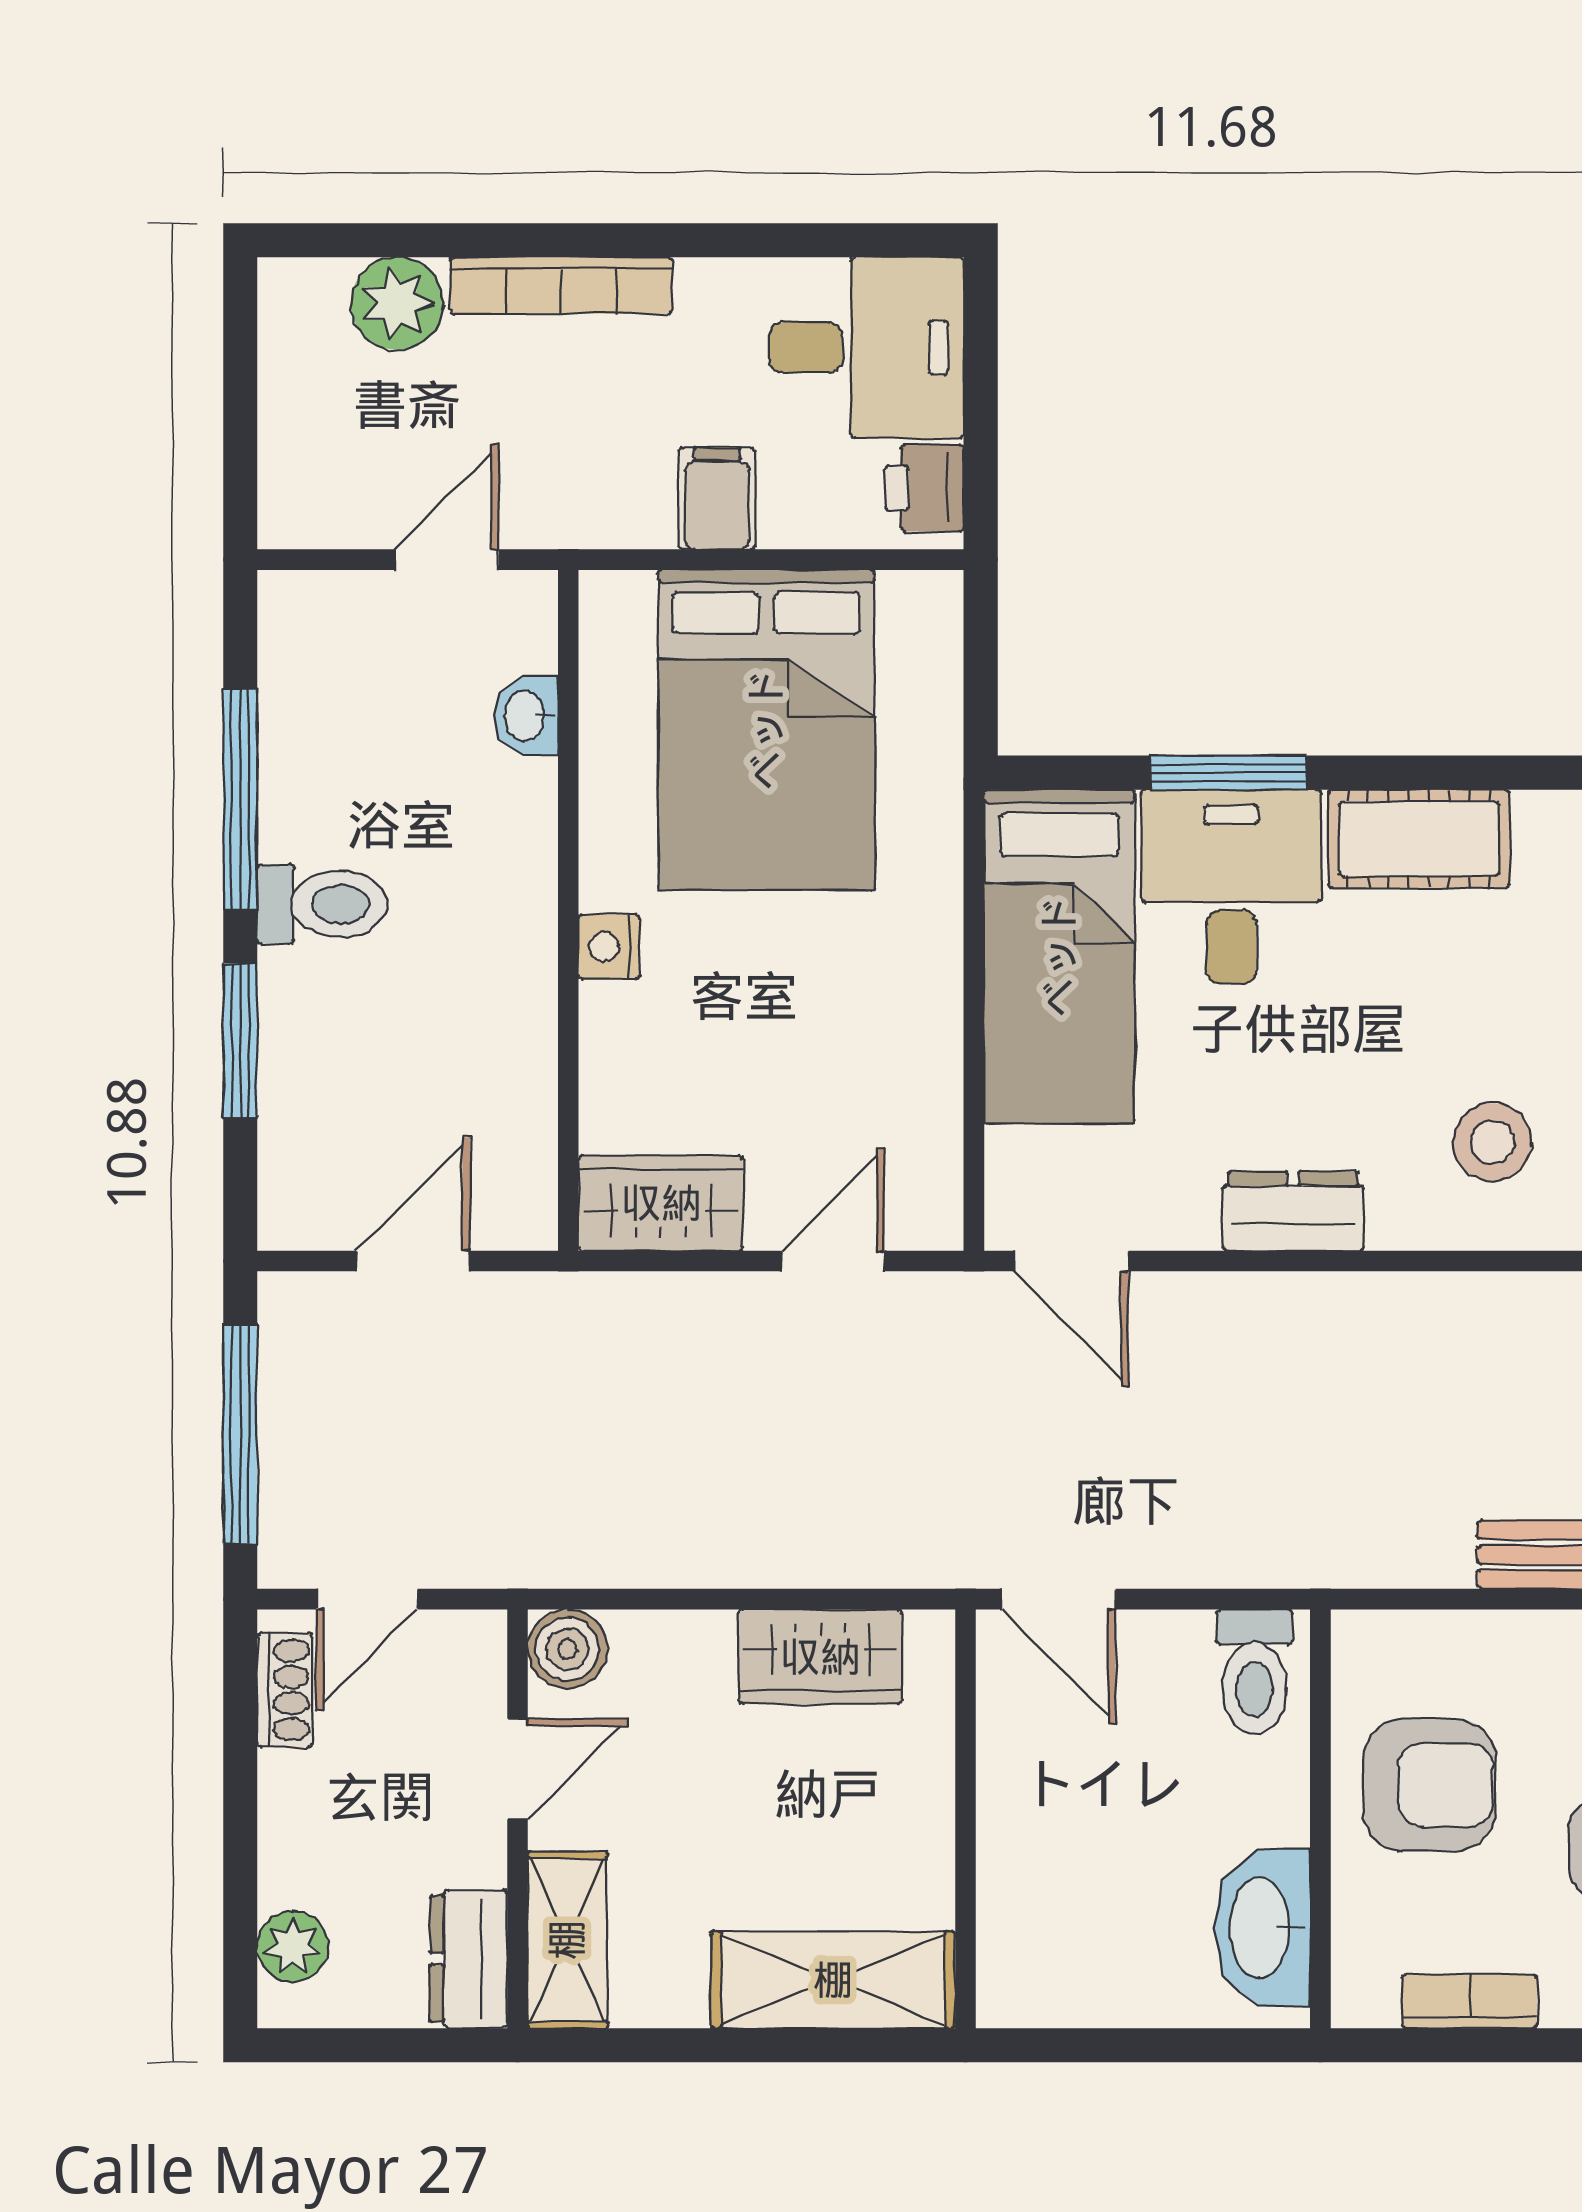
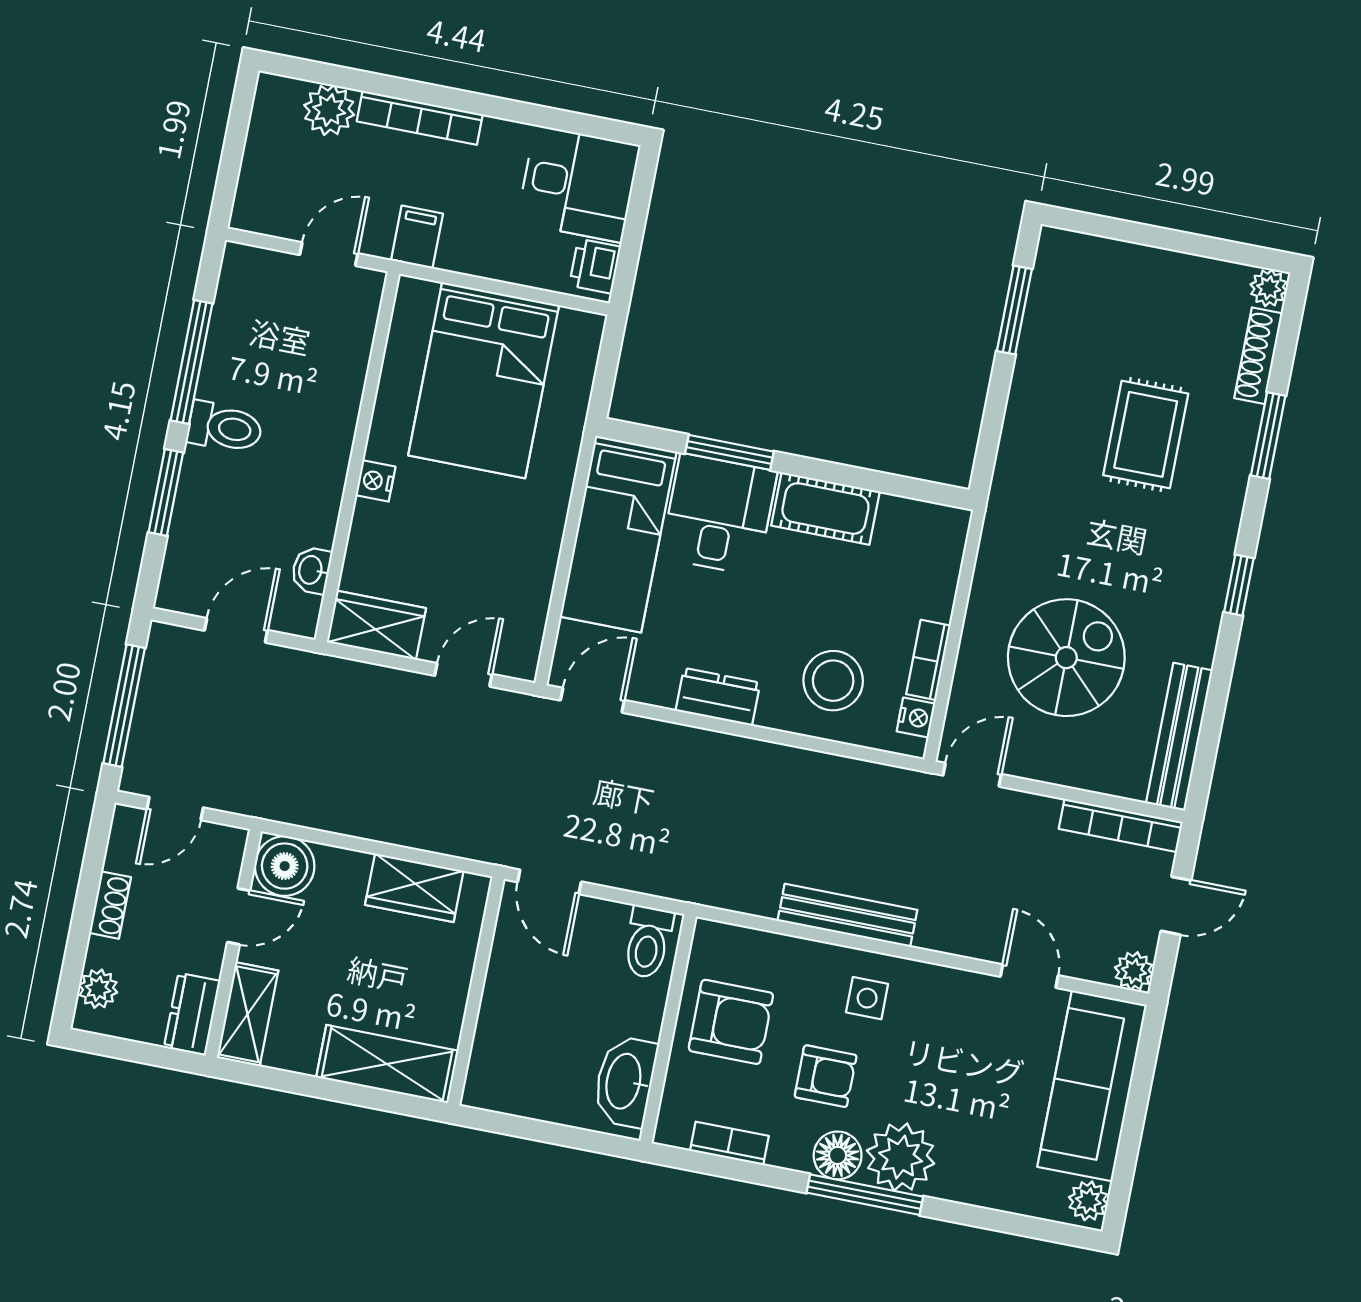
filing cabinet: (717, 499) -> (417, 237), moved
washbasin: (526, 716) -> (311, 570), moved
stool: (1493, 1142) -> (833, 681), width x1.38, depth x1.38
door: (1071, 1261) -> (592, 700), swing flipped
boiler: (567, 1649) -> (285, 866), width x1.36, depth x1.36
shoe rack: (285, 1690) -> (110, 905), moved

